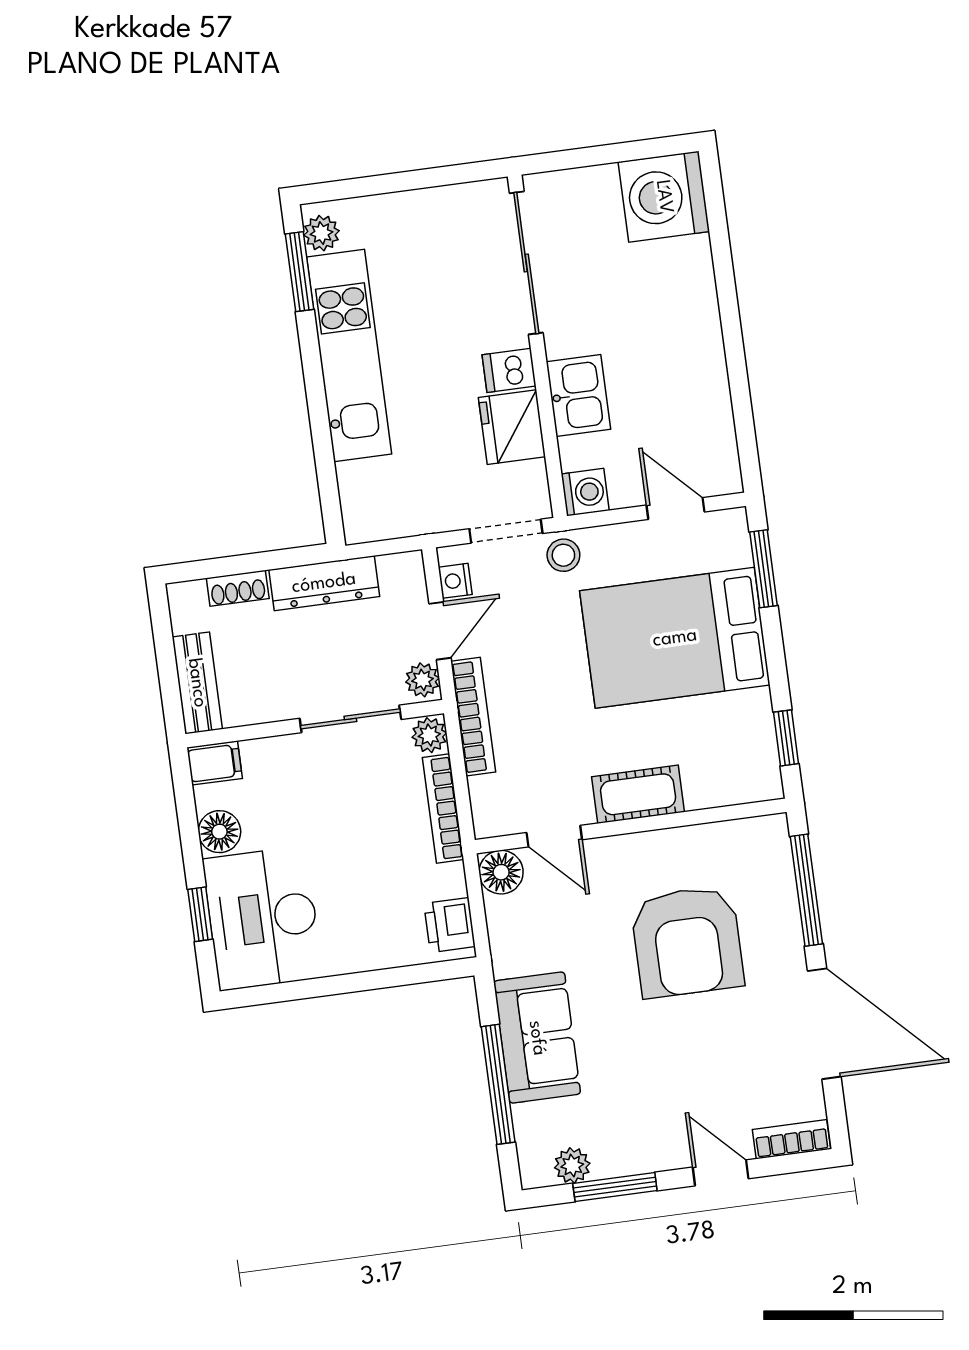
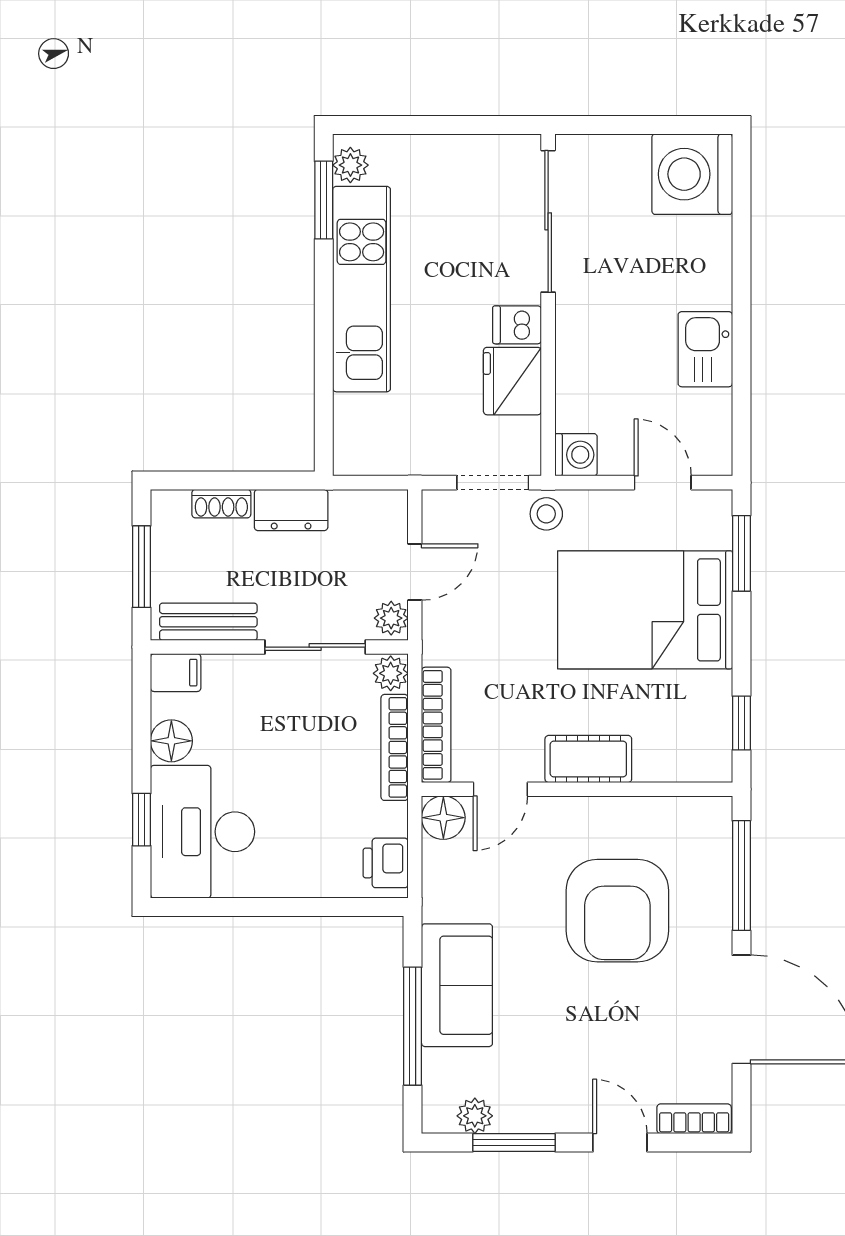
kitchen sink: (578, 395) -> (705, 349), moved, turned 180
nightstand: (455, 581) -> (436, 525), removed
dresser: (324, 583) -> (291, 510), width x0.70
window: (166, 662) -> (142, 567), added
bench: (197, 683) -> (208, 622), moved, turned 90
bookcase: (473, 717) -> (436, 725), moved
door: (554, 836) -> (500, 789), hinge flipped

